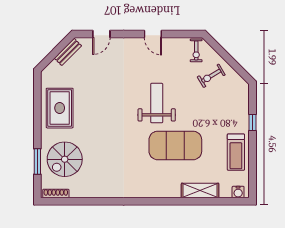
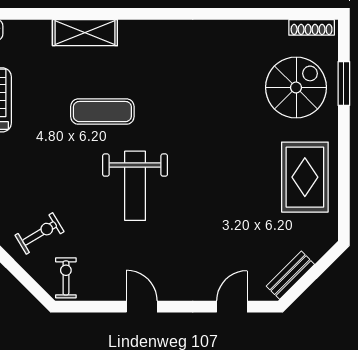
exercise mat: (175, 145) -> (102, 112), width x0.50, depth x0.69
shelving: (200, 191) -> (85, 33), moved

